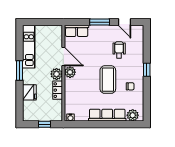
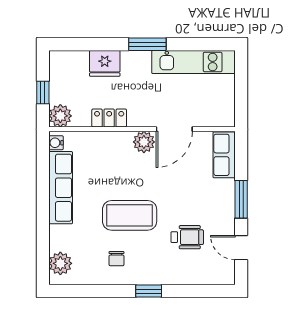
door: (124, 22) -> (241, 248), hinge flipped
plant: (57, 74) -> (60, 116), moved
row of seats: (107, 115) -> (61, 188), moved

